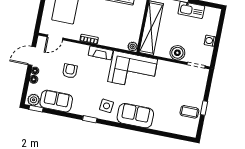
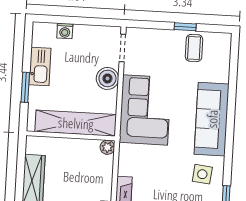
washing machine: (210, 41) -> (65, 31), moved
corner sofa: (133, 70) -> (145, 110), moved
sofa: (135, 116) -> (212, 119), width x1.36

